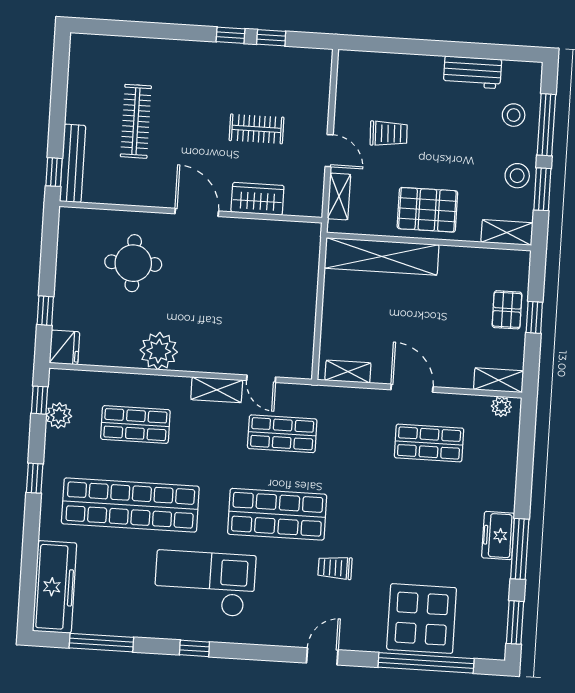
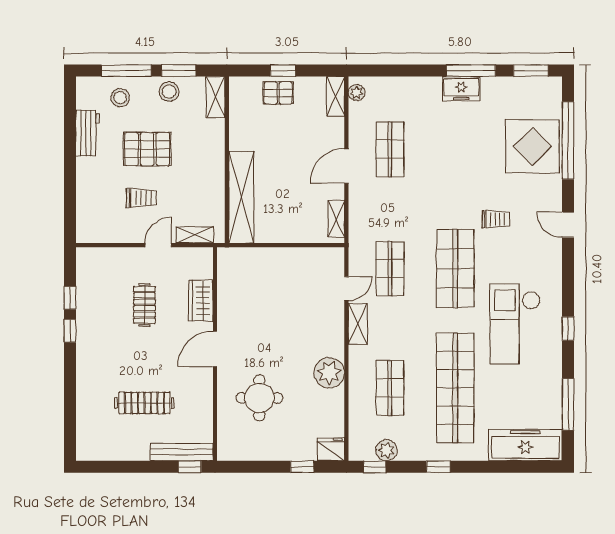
trolley: (389, 133) -> (141, 198), turned 92
pallet: (427, 210) -> (147, 149), moved, turned 90
trolley: (335, 568) -> (496, 219), turned -90

